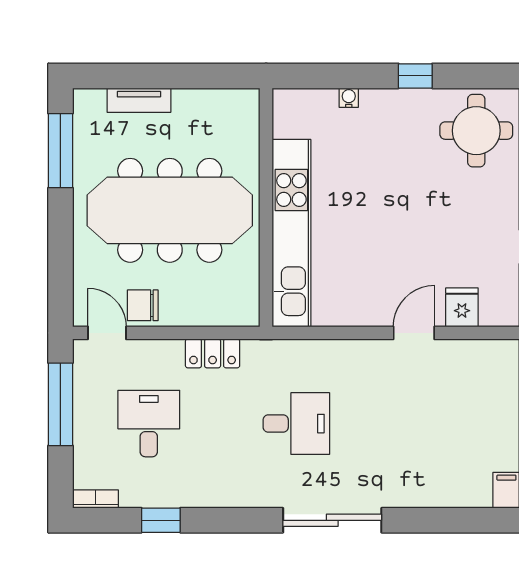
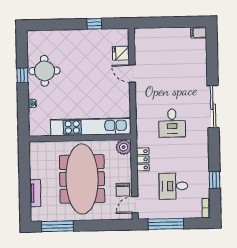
round table: (476, 131) -> (44, 71), moved
plant: (242, 309) -> (124, 147), added
desk: (296, 424) -> (172, 123), turned 180

